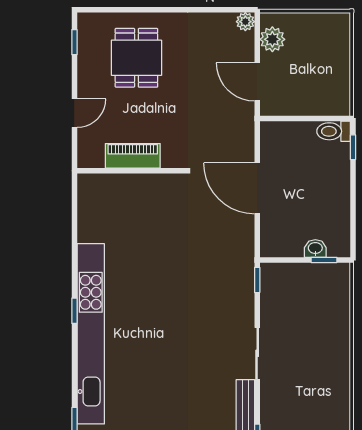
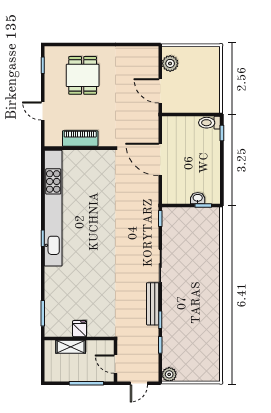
plant: (245, 22) -> (153, 52), removed
door: (74, 113) -> (43, 111), swing flipped
kitchen unit: (91, 334) -> (53, 208), moved

